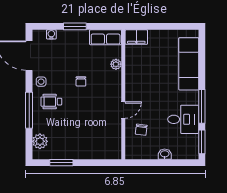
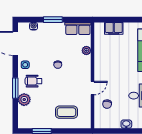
filing cabinet: (136, 37) -> (114, 28), moved
window: (29, 110) -> (15, 88), width x0.69
coffee table: (92, 140) -> (66, 112), added
plant: (40, 141) -> (24, 100), moved

